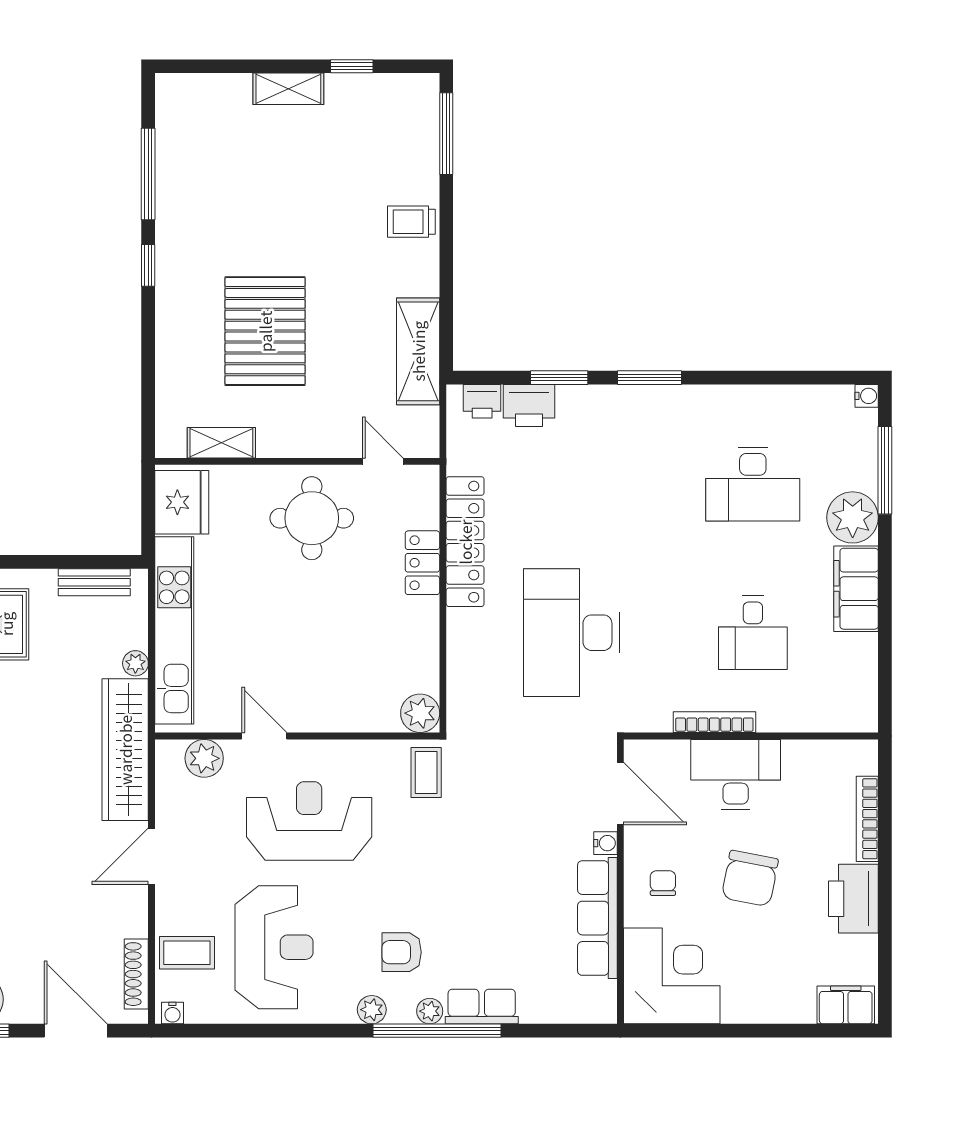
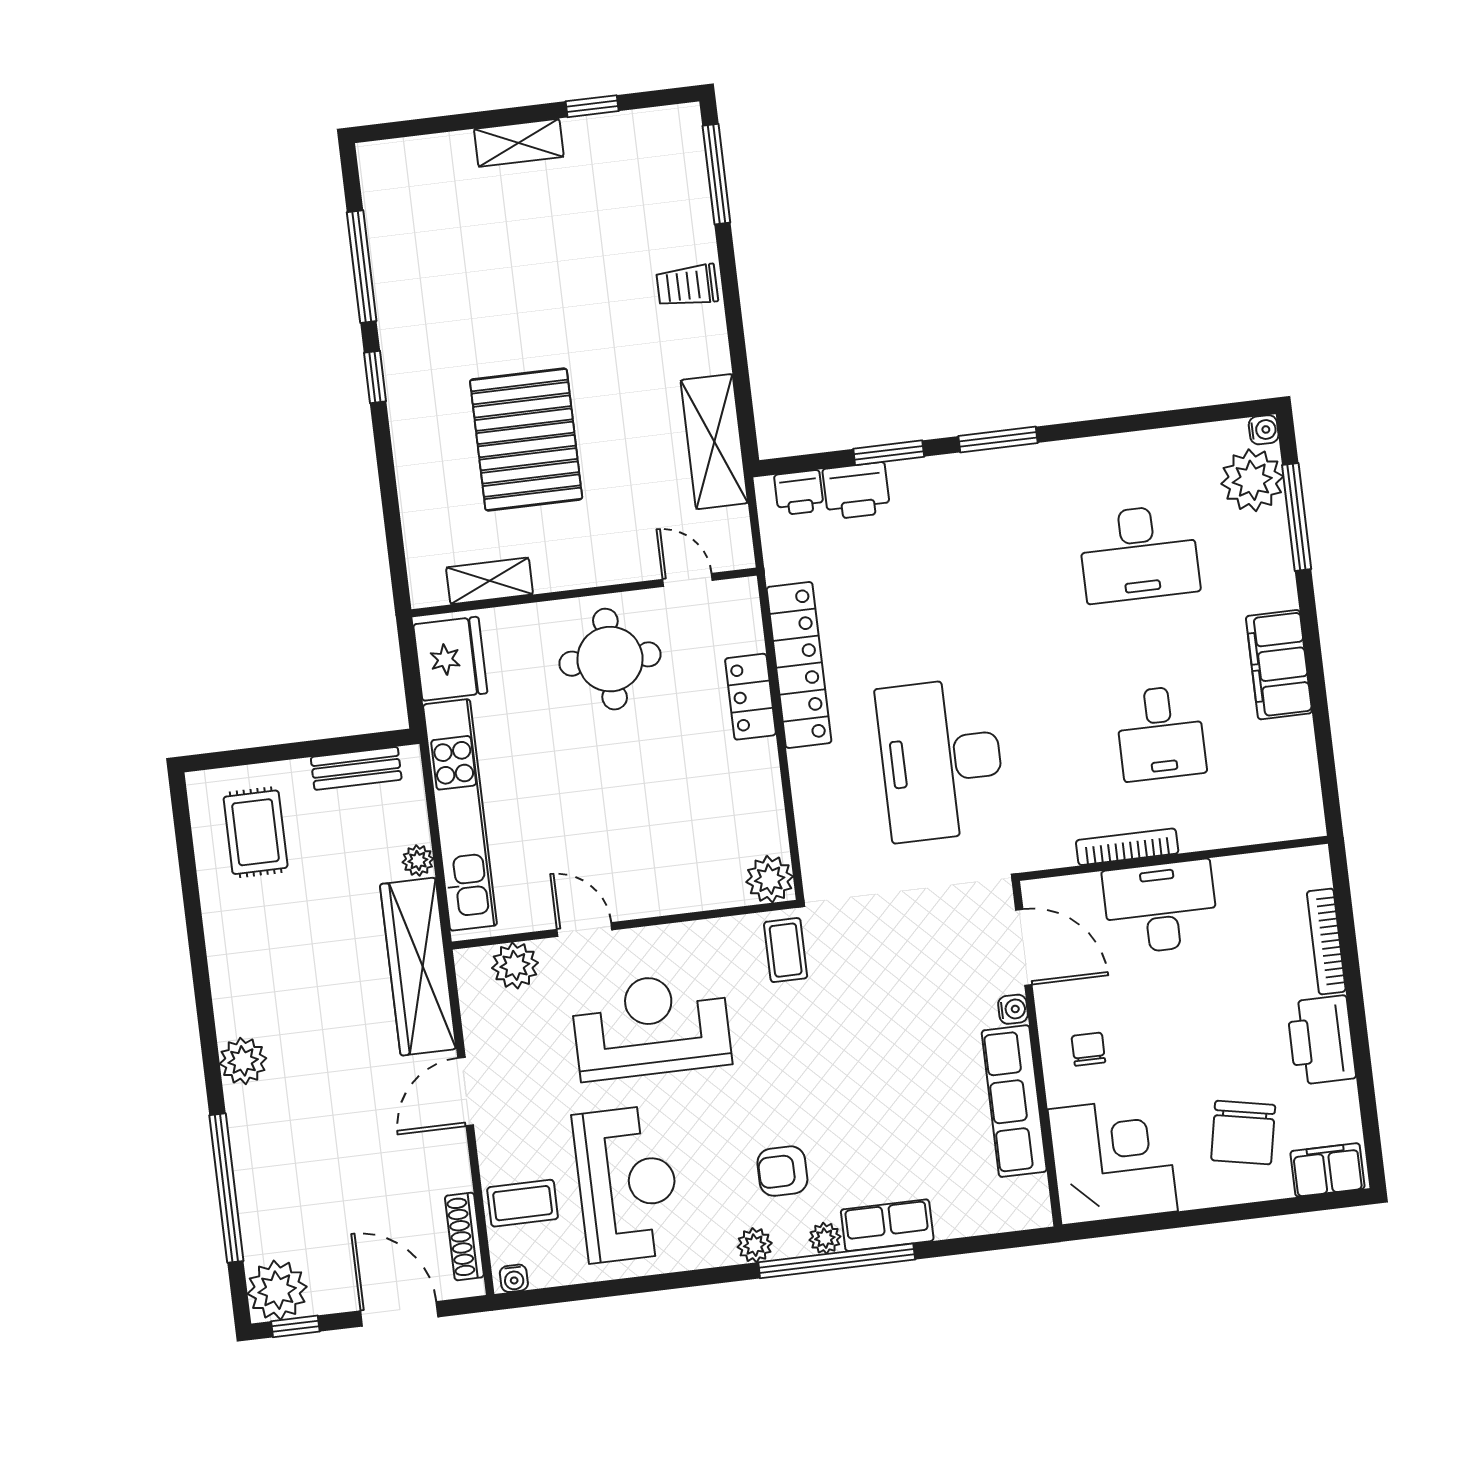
plant: (853, 517) -> (1252, 480), moved
chair: (750, 878) -> (1243, 1133), moved

